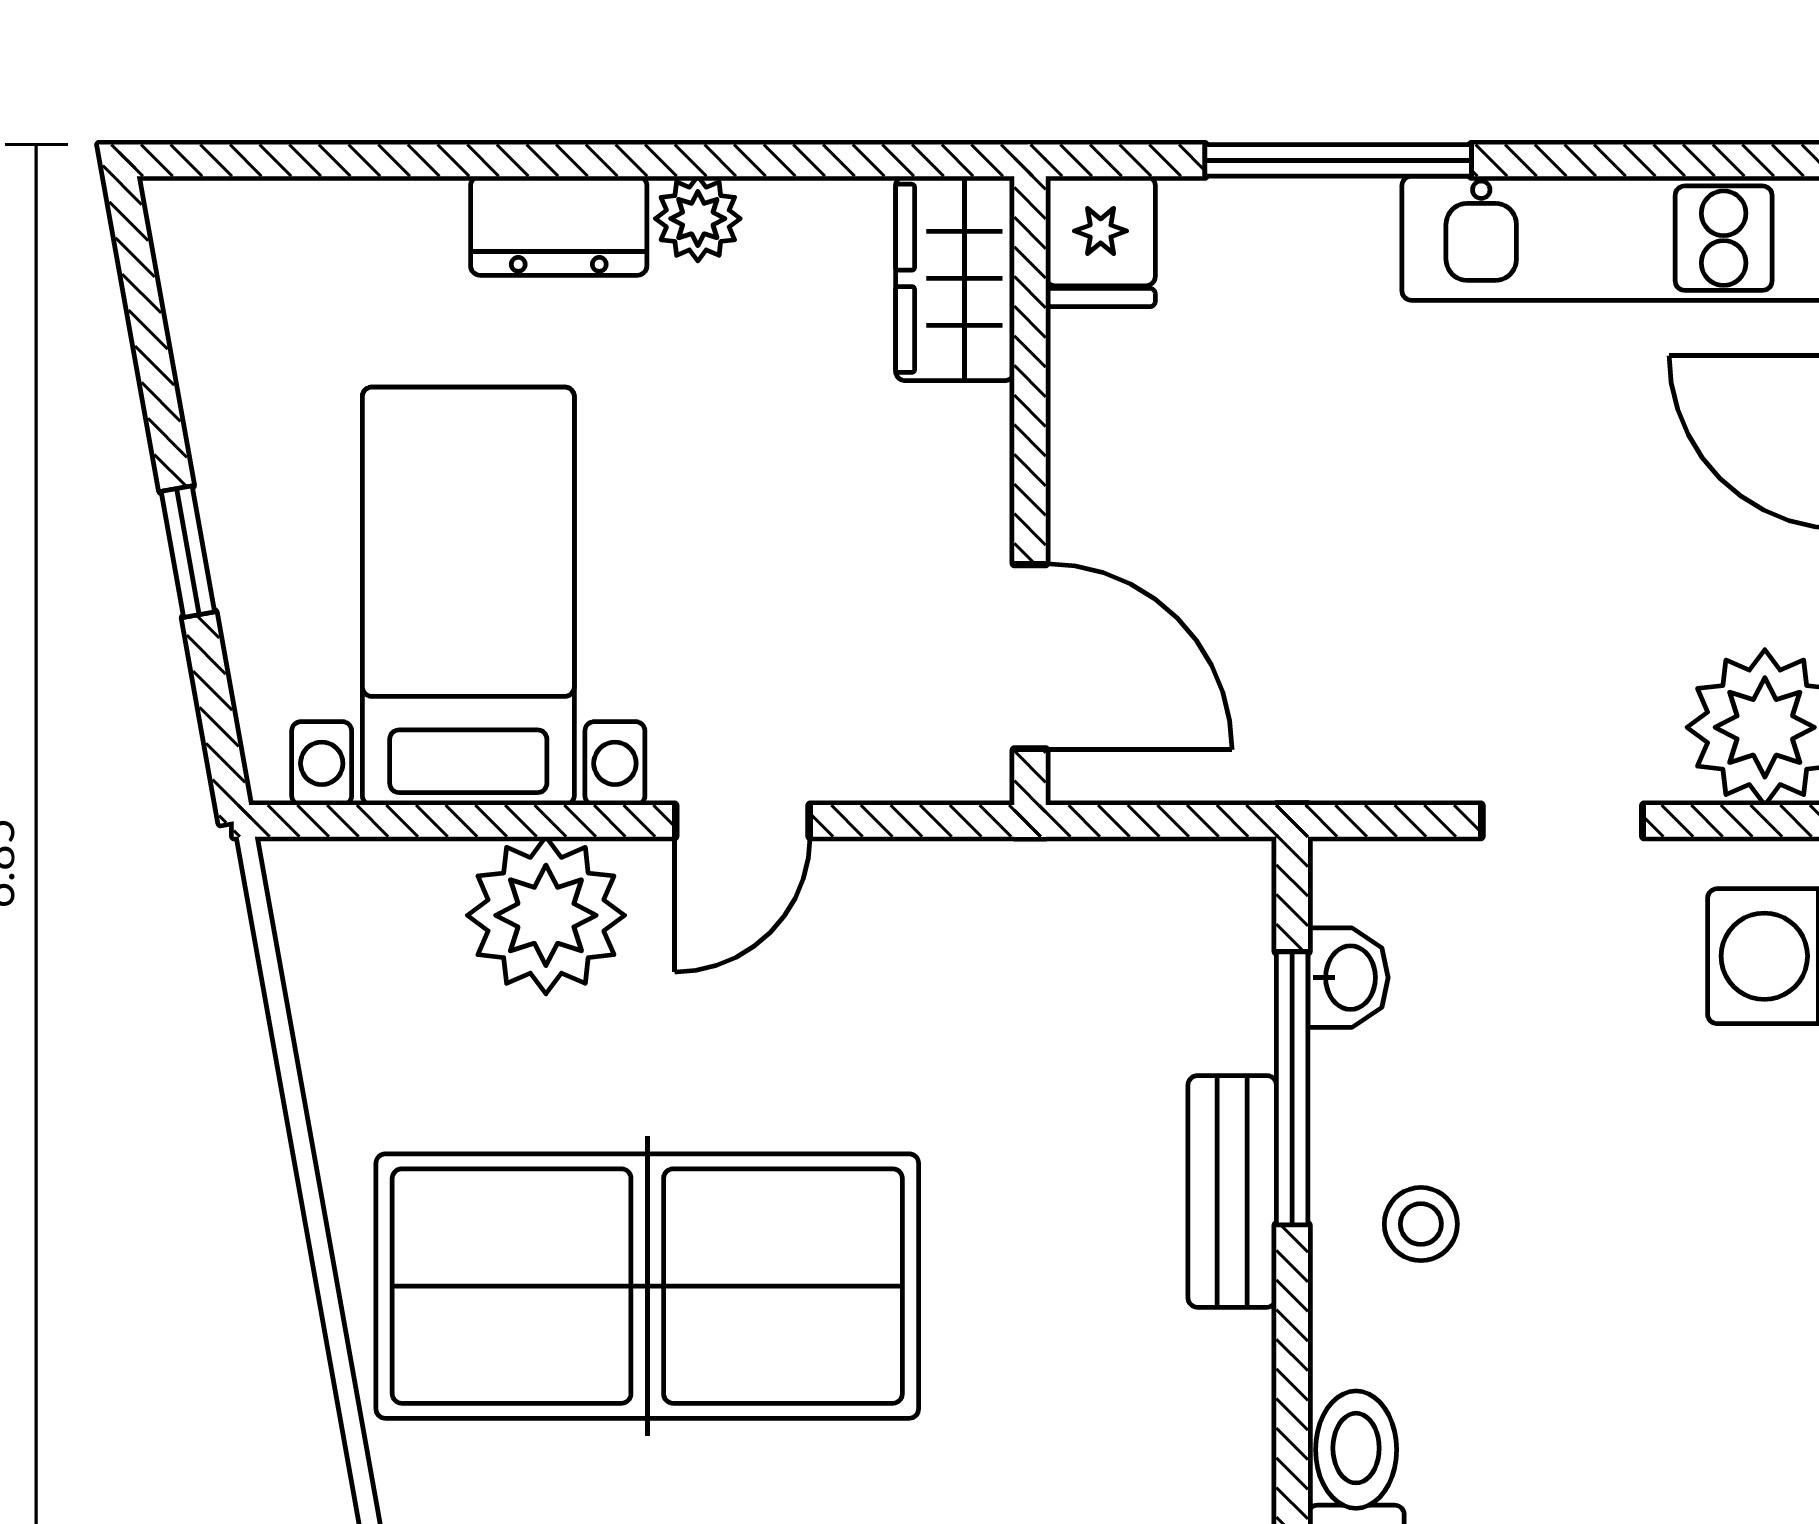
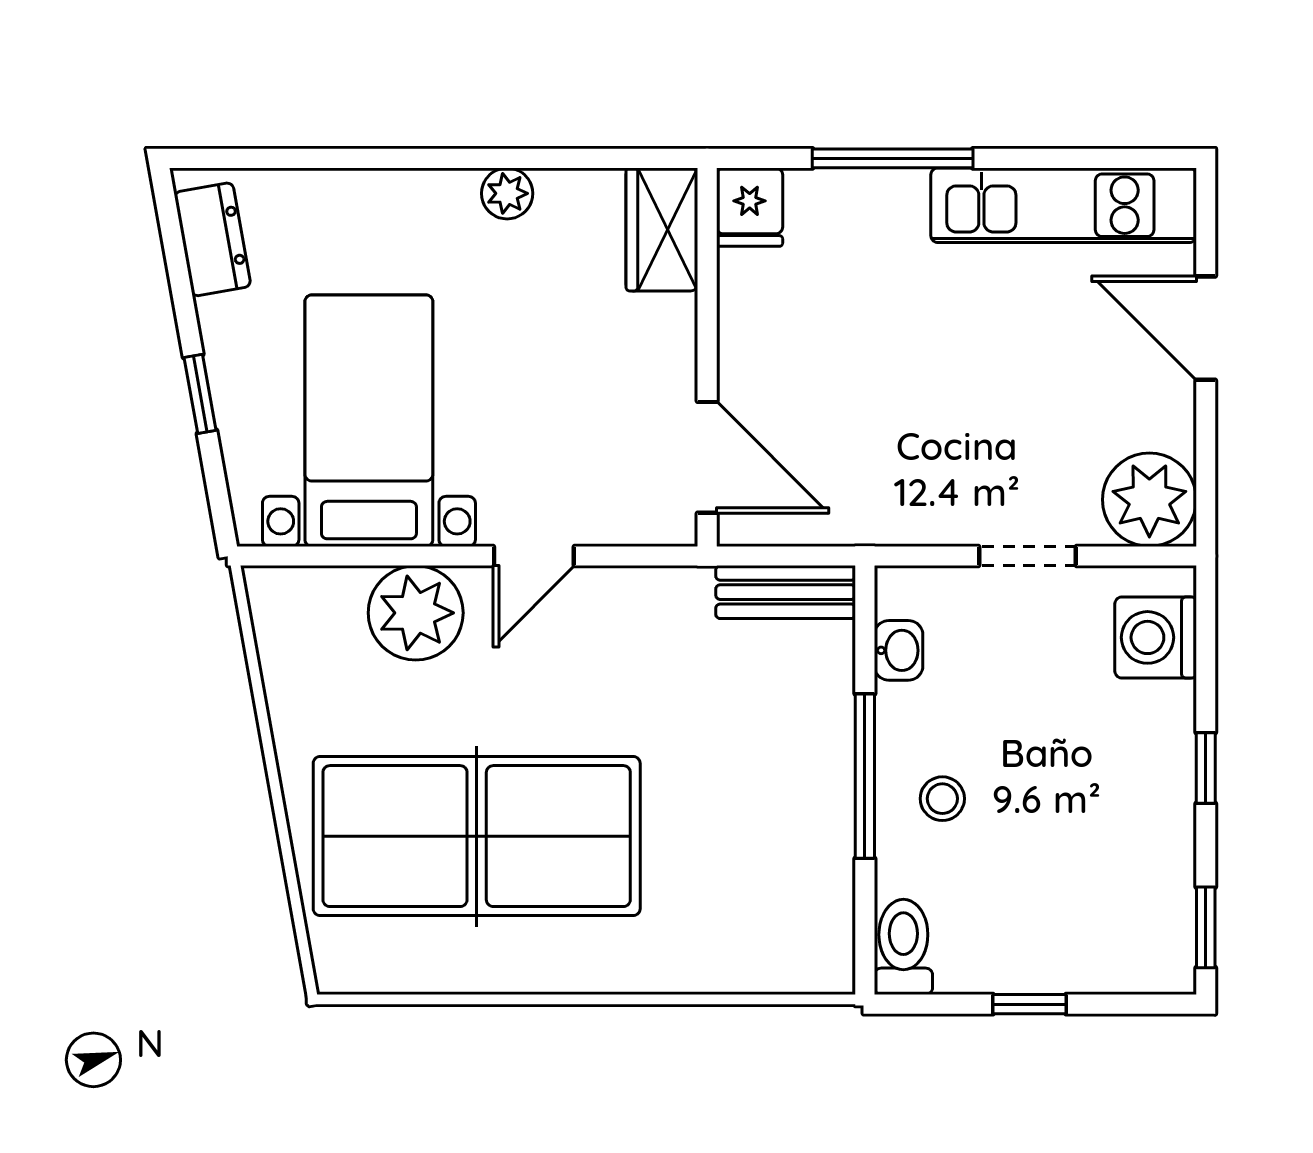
dresser: (559, 226) -> (212, 239), moved, turned -100
window: (1292, 1088) -> (865, 776), moved
bench: (1232, 1191) -> (786, 592), moved, turned 90

